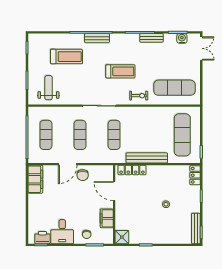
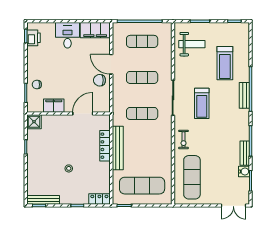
water cooler: (182, 38) -> (244, 171), moved
treadmill: (120, 71) -> (202, 103), moved
locker: (132, 170) -> (105, 146), moved
desk: (62, 232) -> (68, 35), moved, turned 90

